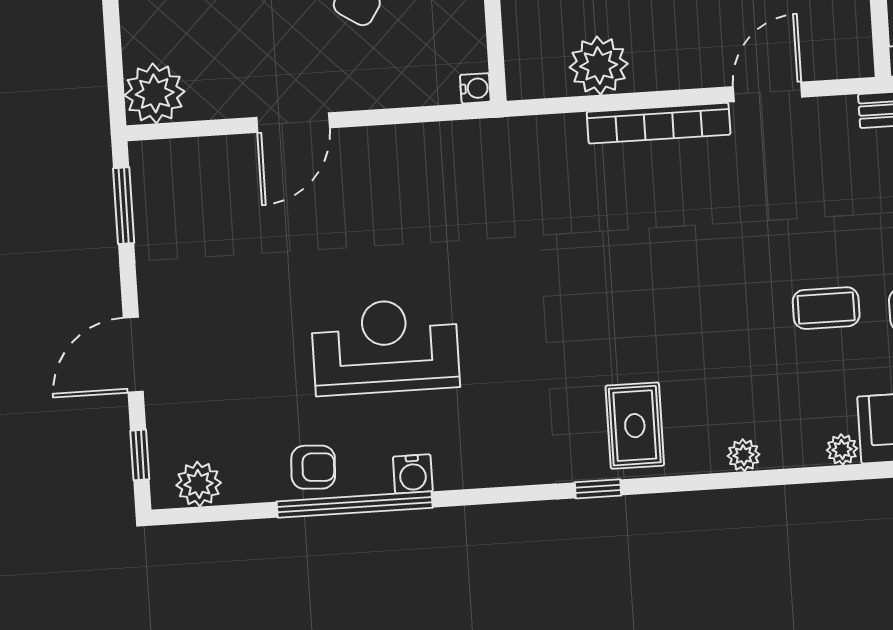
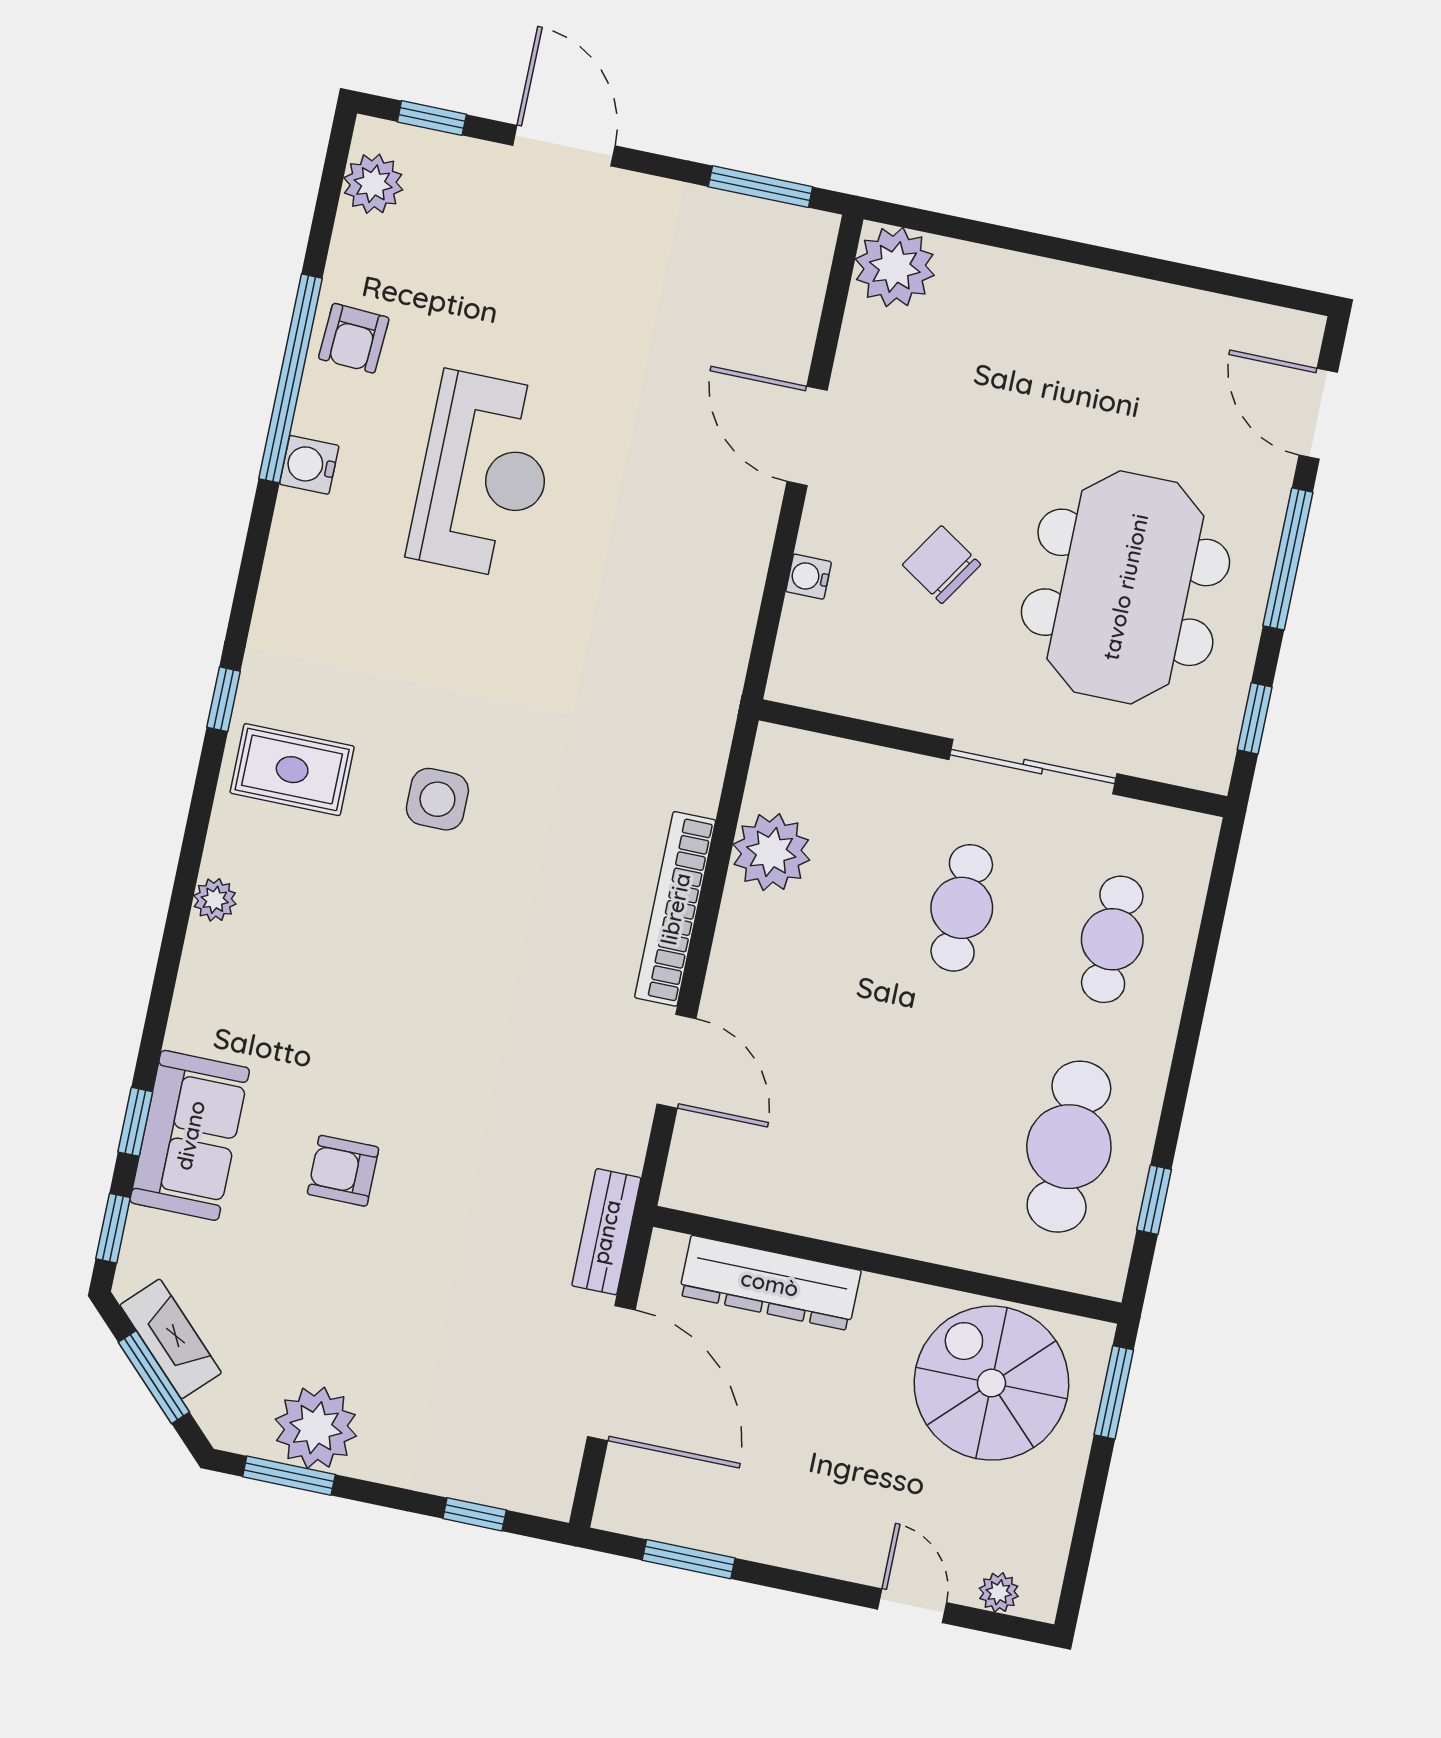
water cooler: (475, 88) -> (809, 577), moved, turned 90
coffee table: (826, 308) -> (376, 1059), removed
side table: (627, 315) -> (437, 799), added
plant: (842, 449) -> (187, 1029), removed

